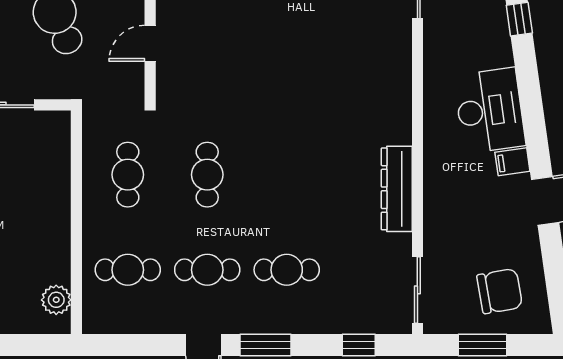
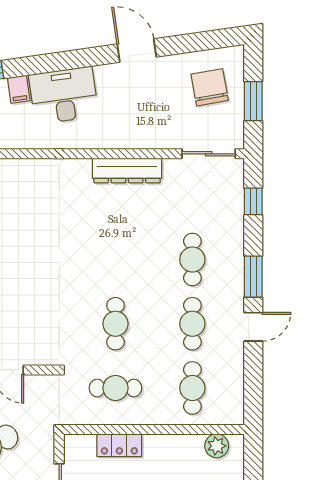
filing cabinet: (512, 162) -> (19, 89), moved
cafe table: (207, 175) -> (115, 324), turned 90
locker: (57, 179) -> (119, 445), added

